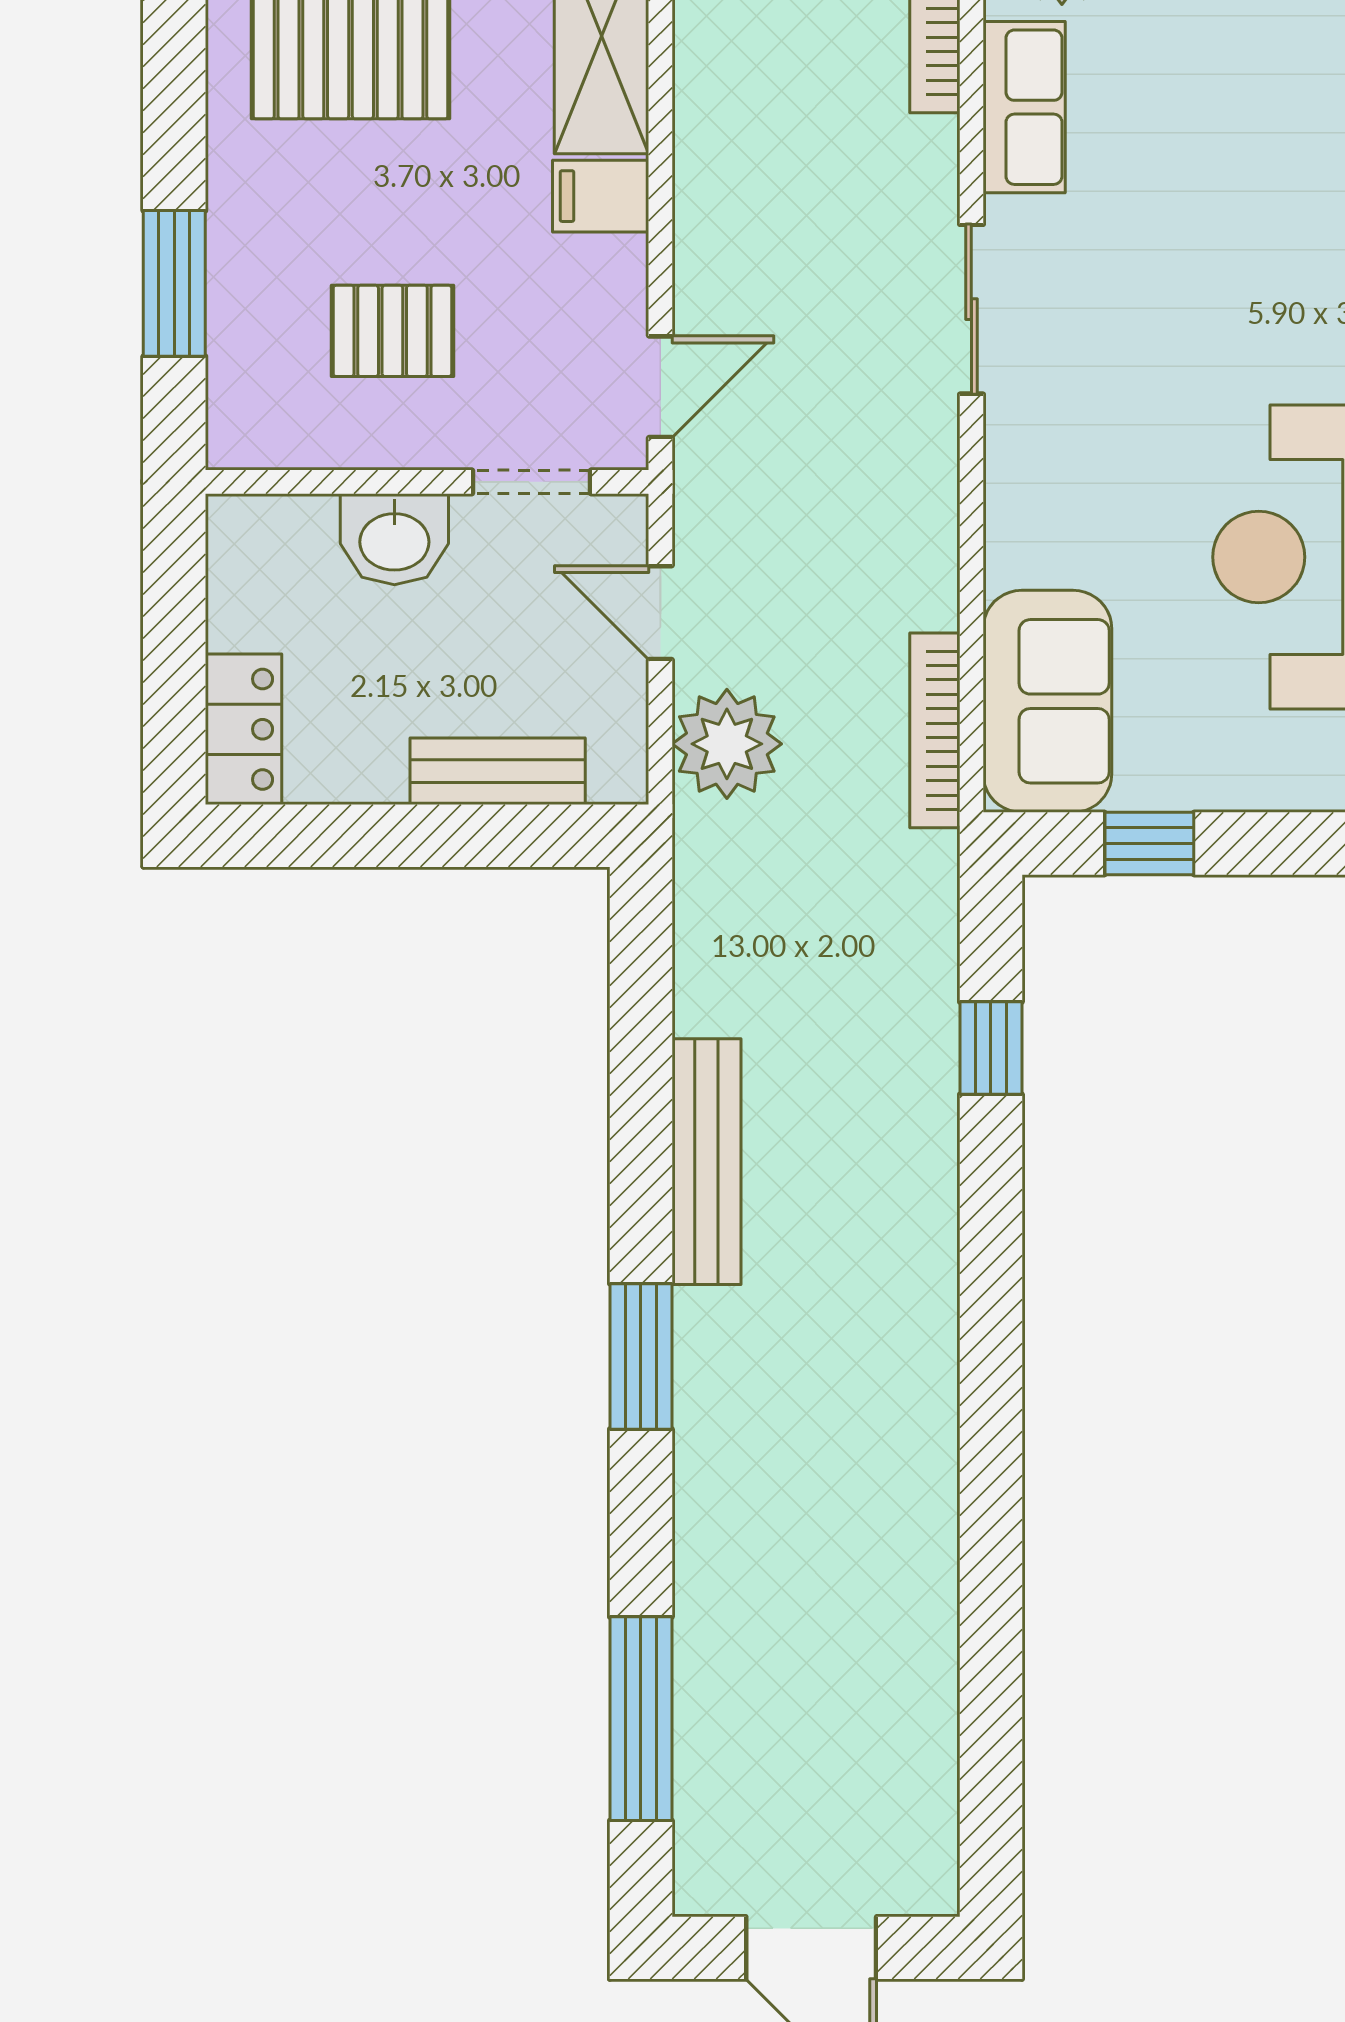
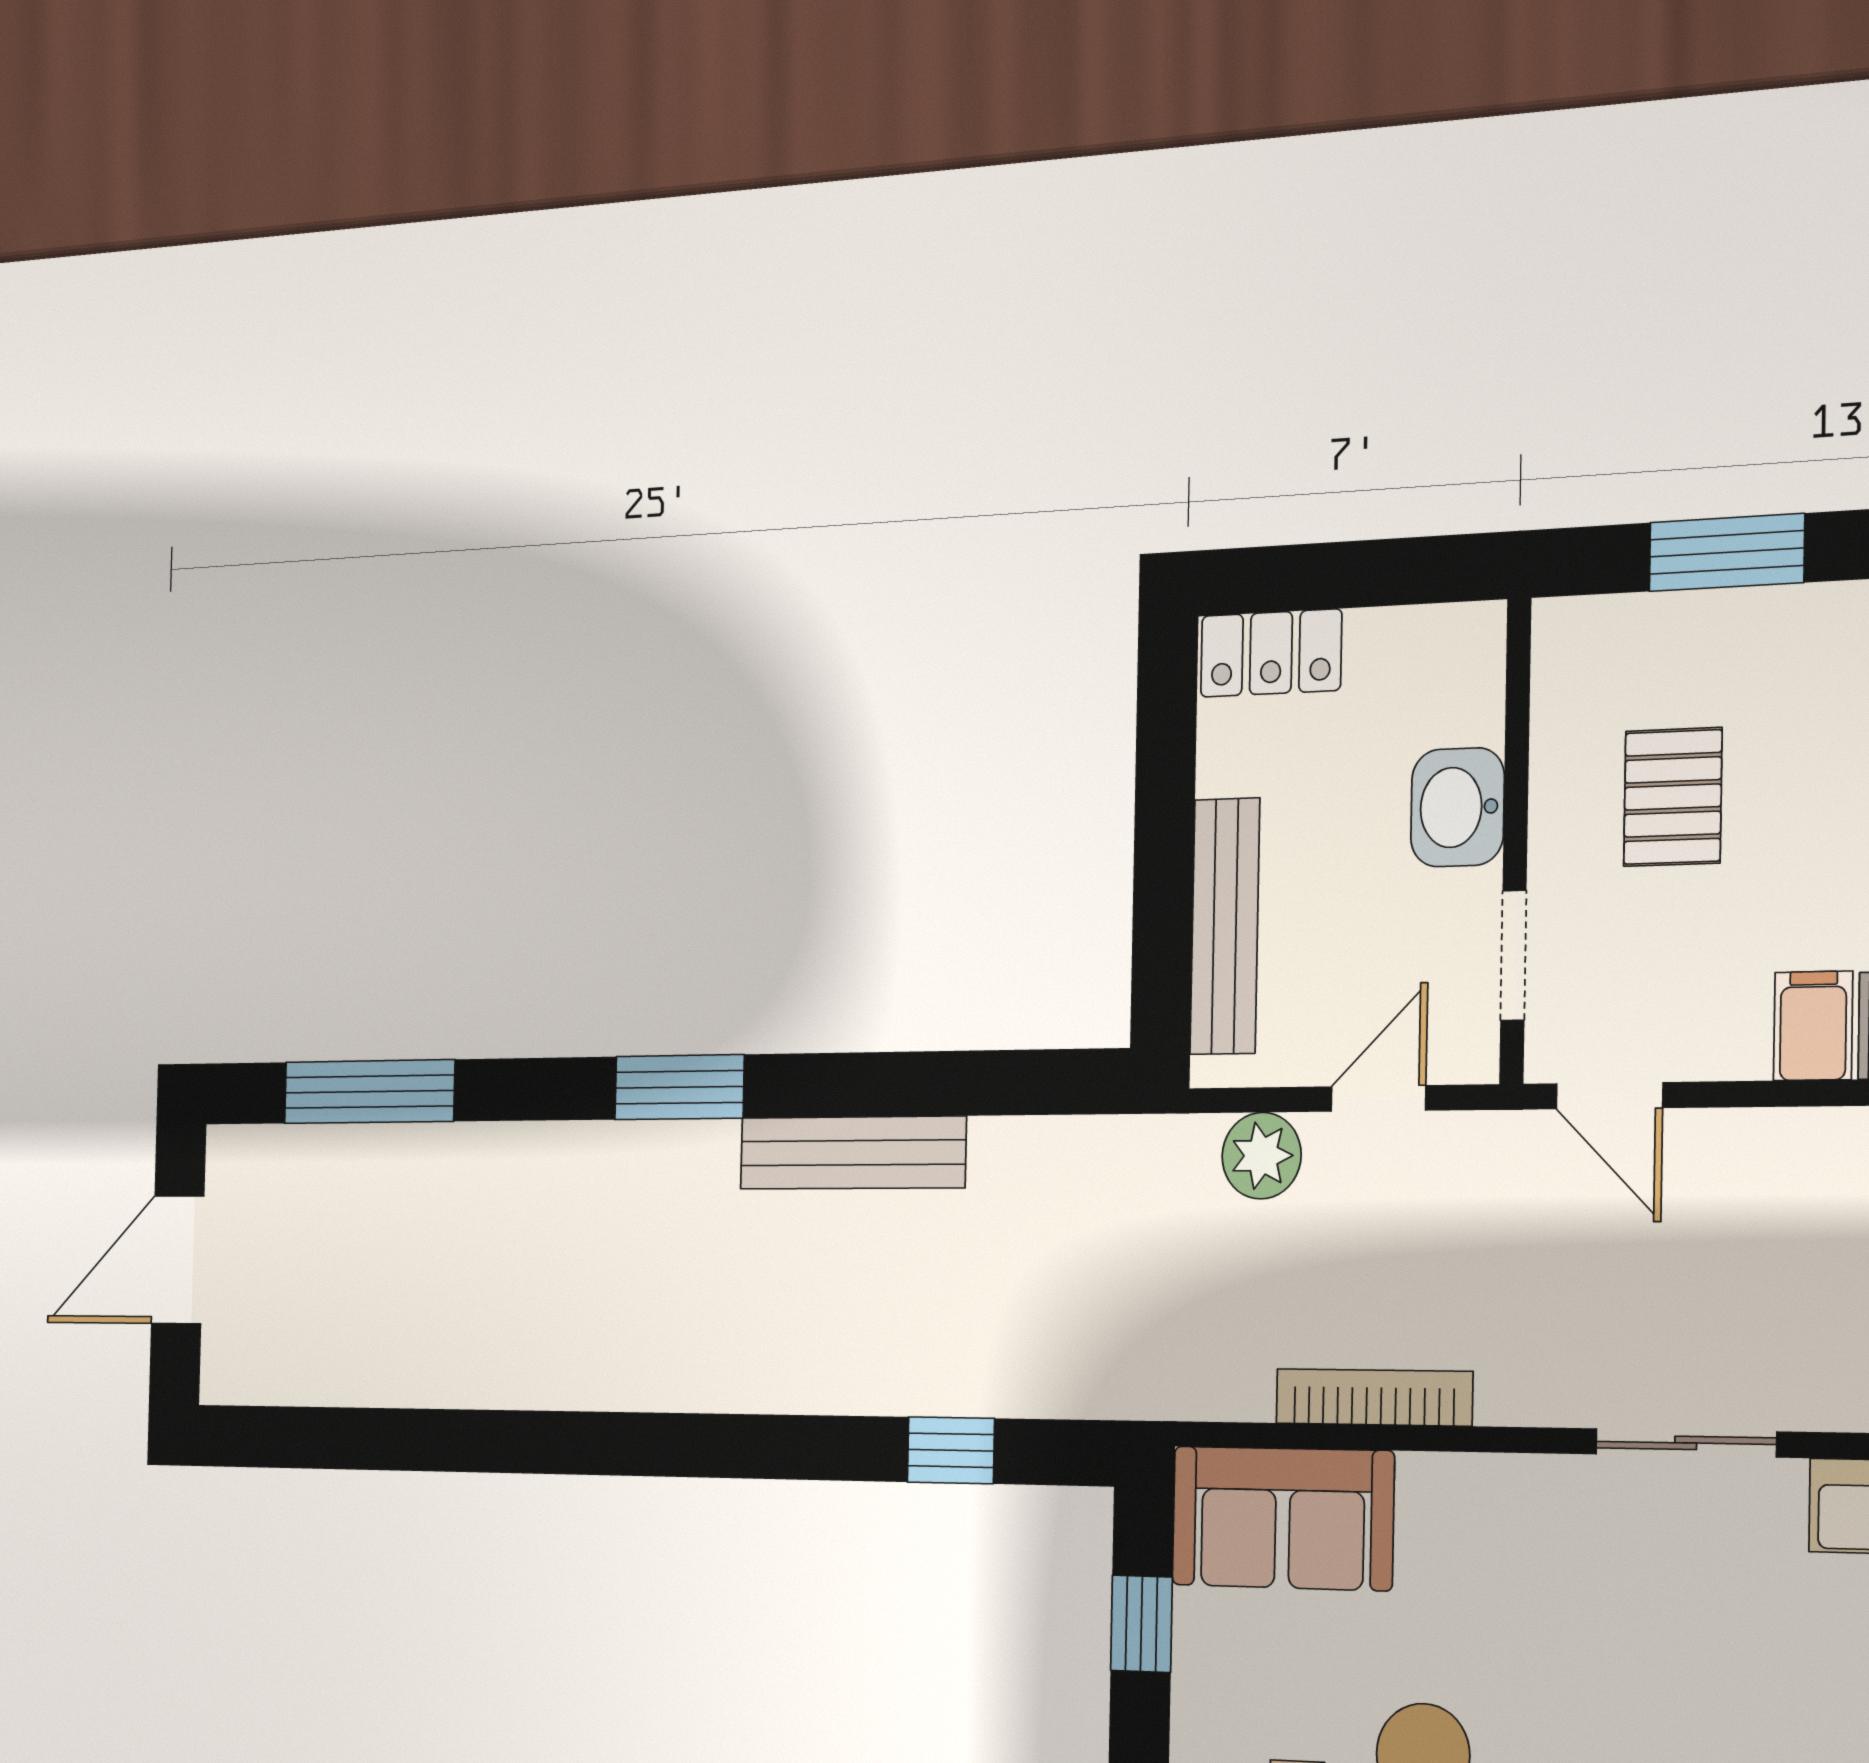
bookcase: (935, 730) -> (1374, 1397), moved
plant: (727, 744) -> (1262, 1156), width x0.73, depth x0.73
bench: (498, 771) -> (1225, 926), width x1.36

